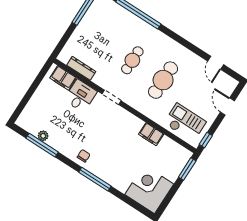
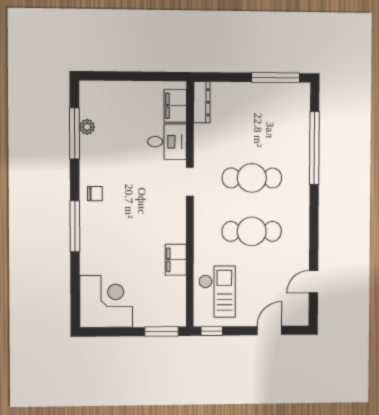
cafe table: (132, 60) -> (252, 178), width x1.37, depth x1.35
dresser: (81, 68) -> (202, 102), moved

